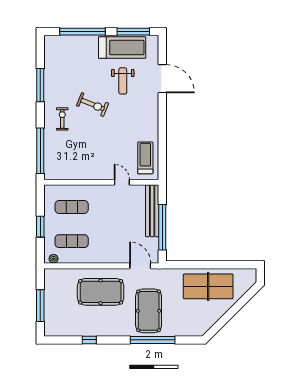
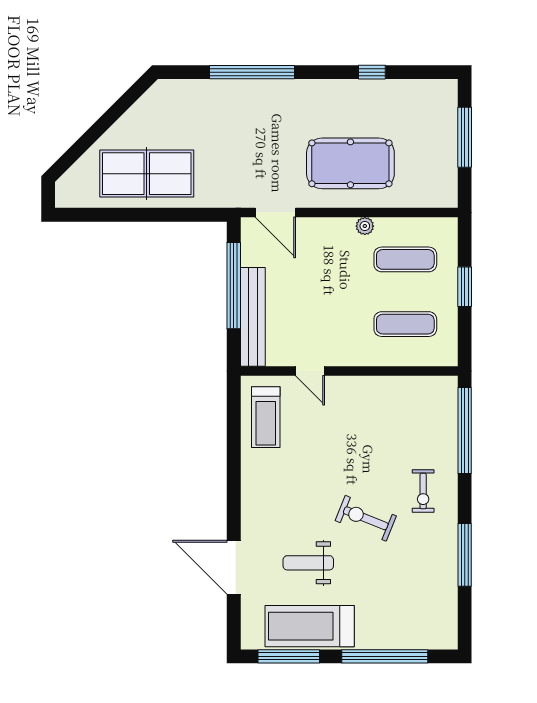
weight bench: (123, 81) -> (308, 563), turned -90
plant: (54, 259) -> (365, 226), moved
pool table: (149, 311) -> (260, 127), removed

